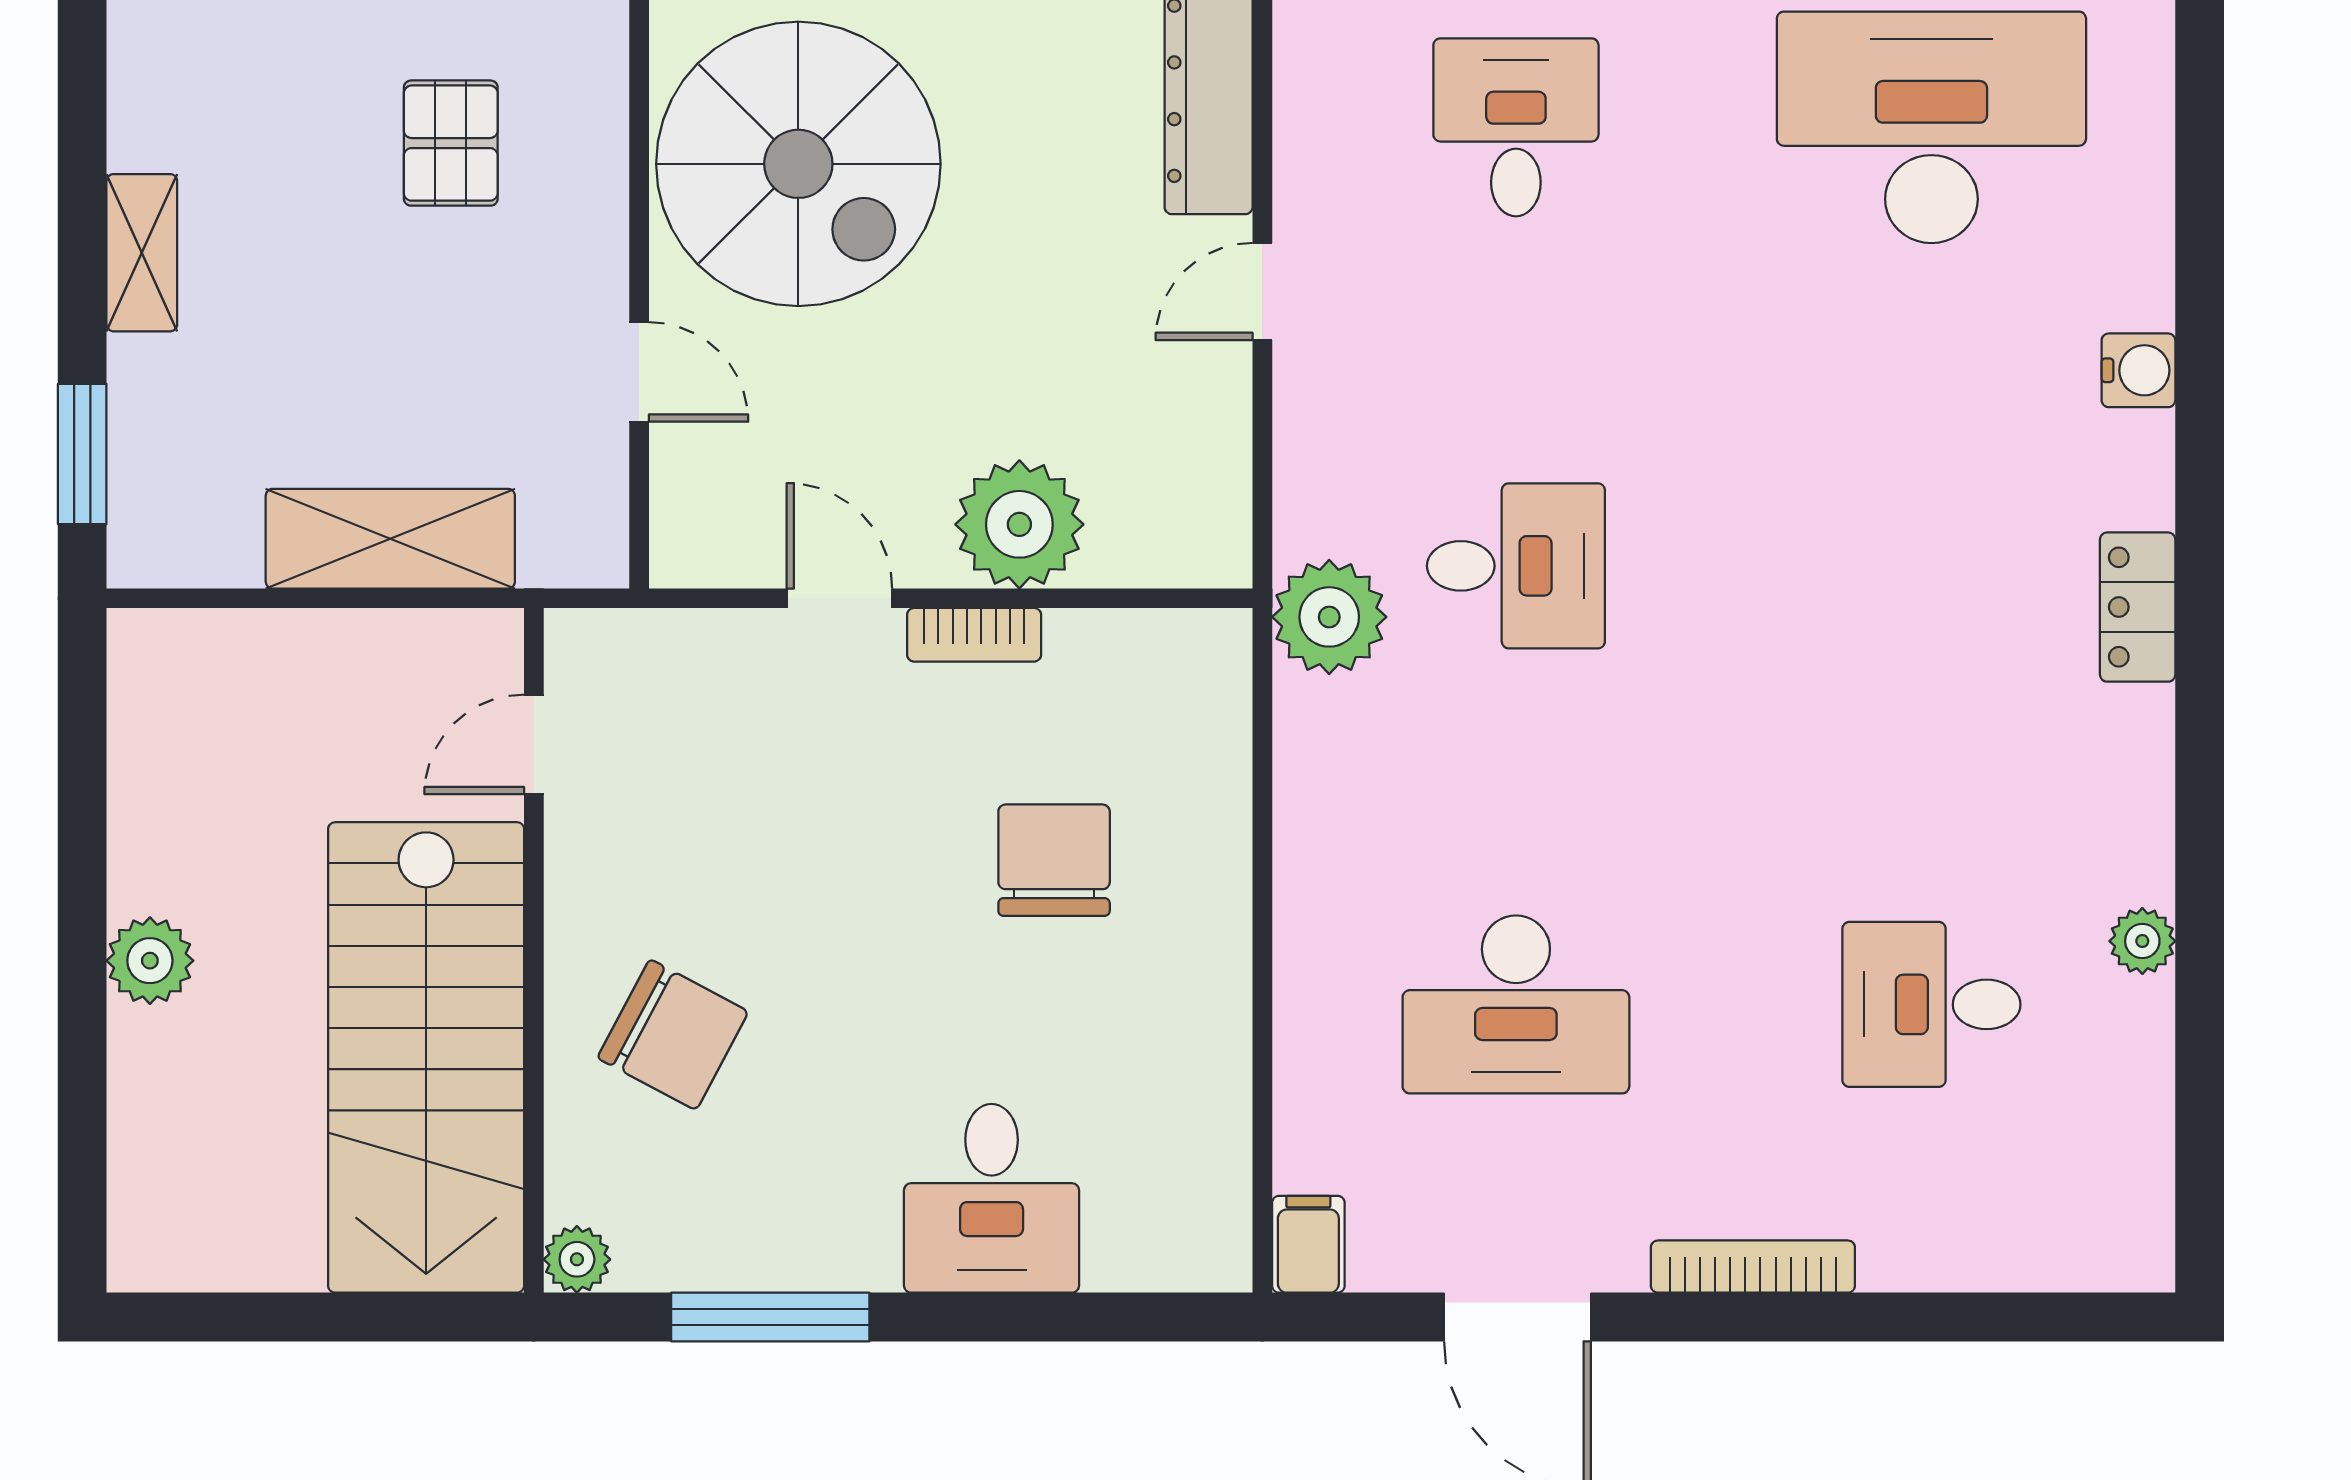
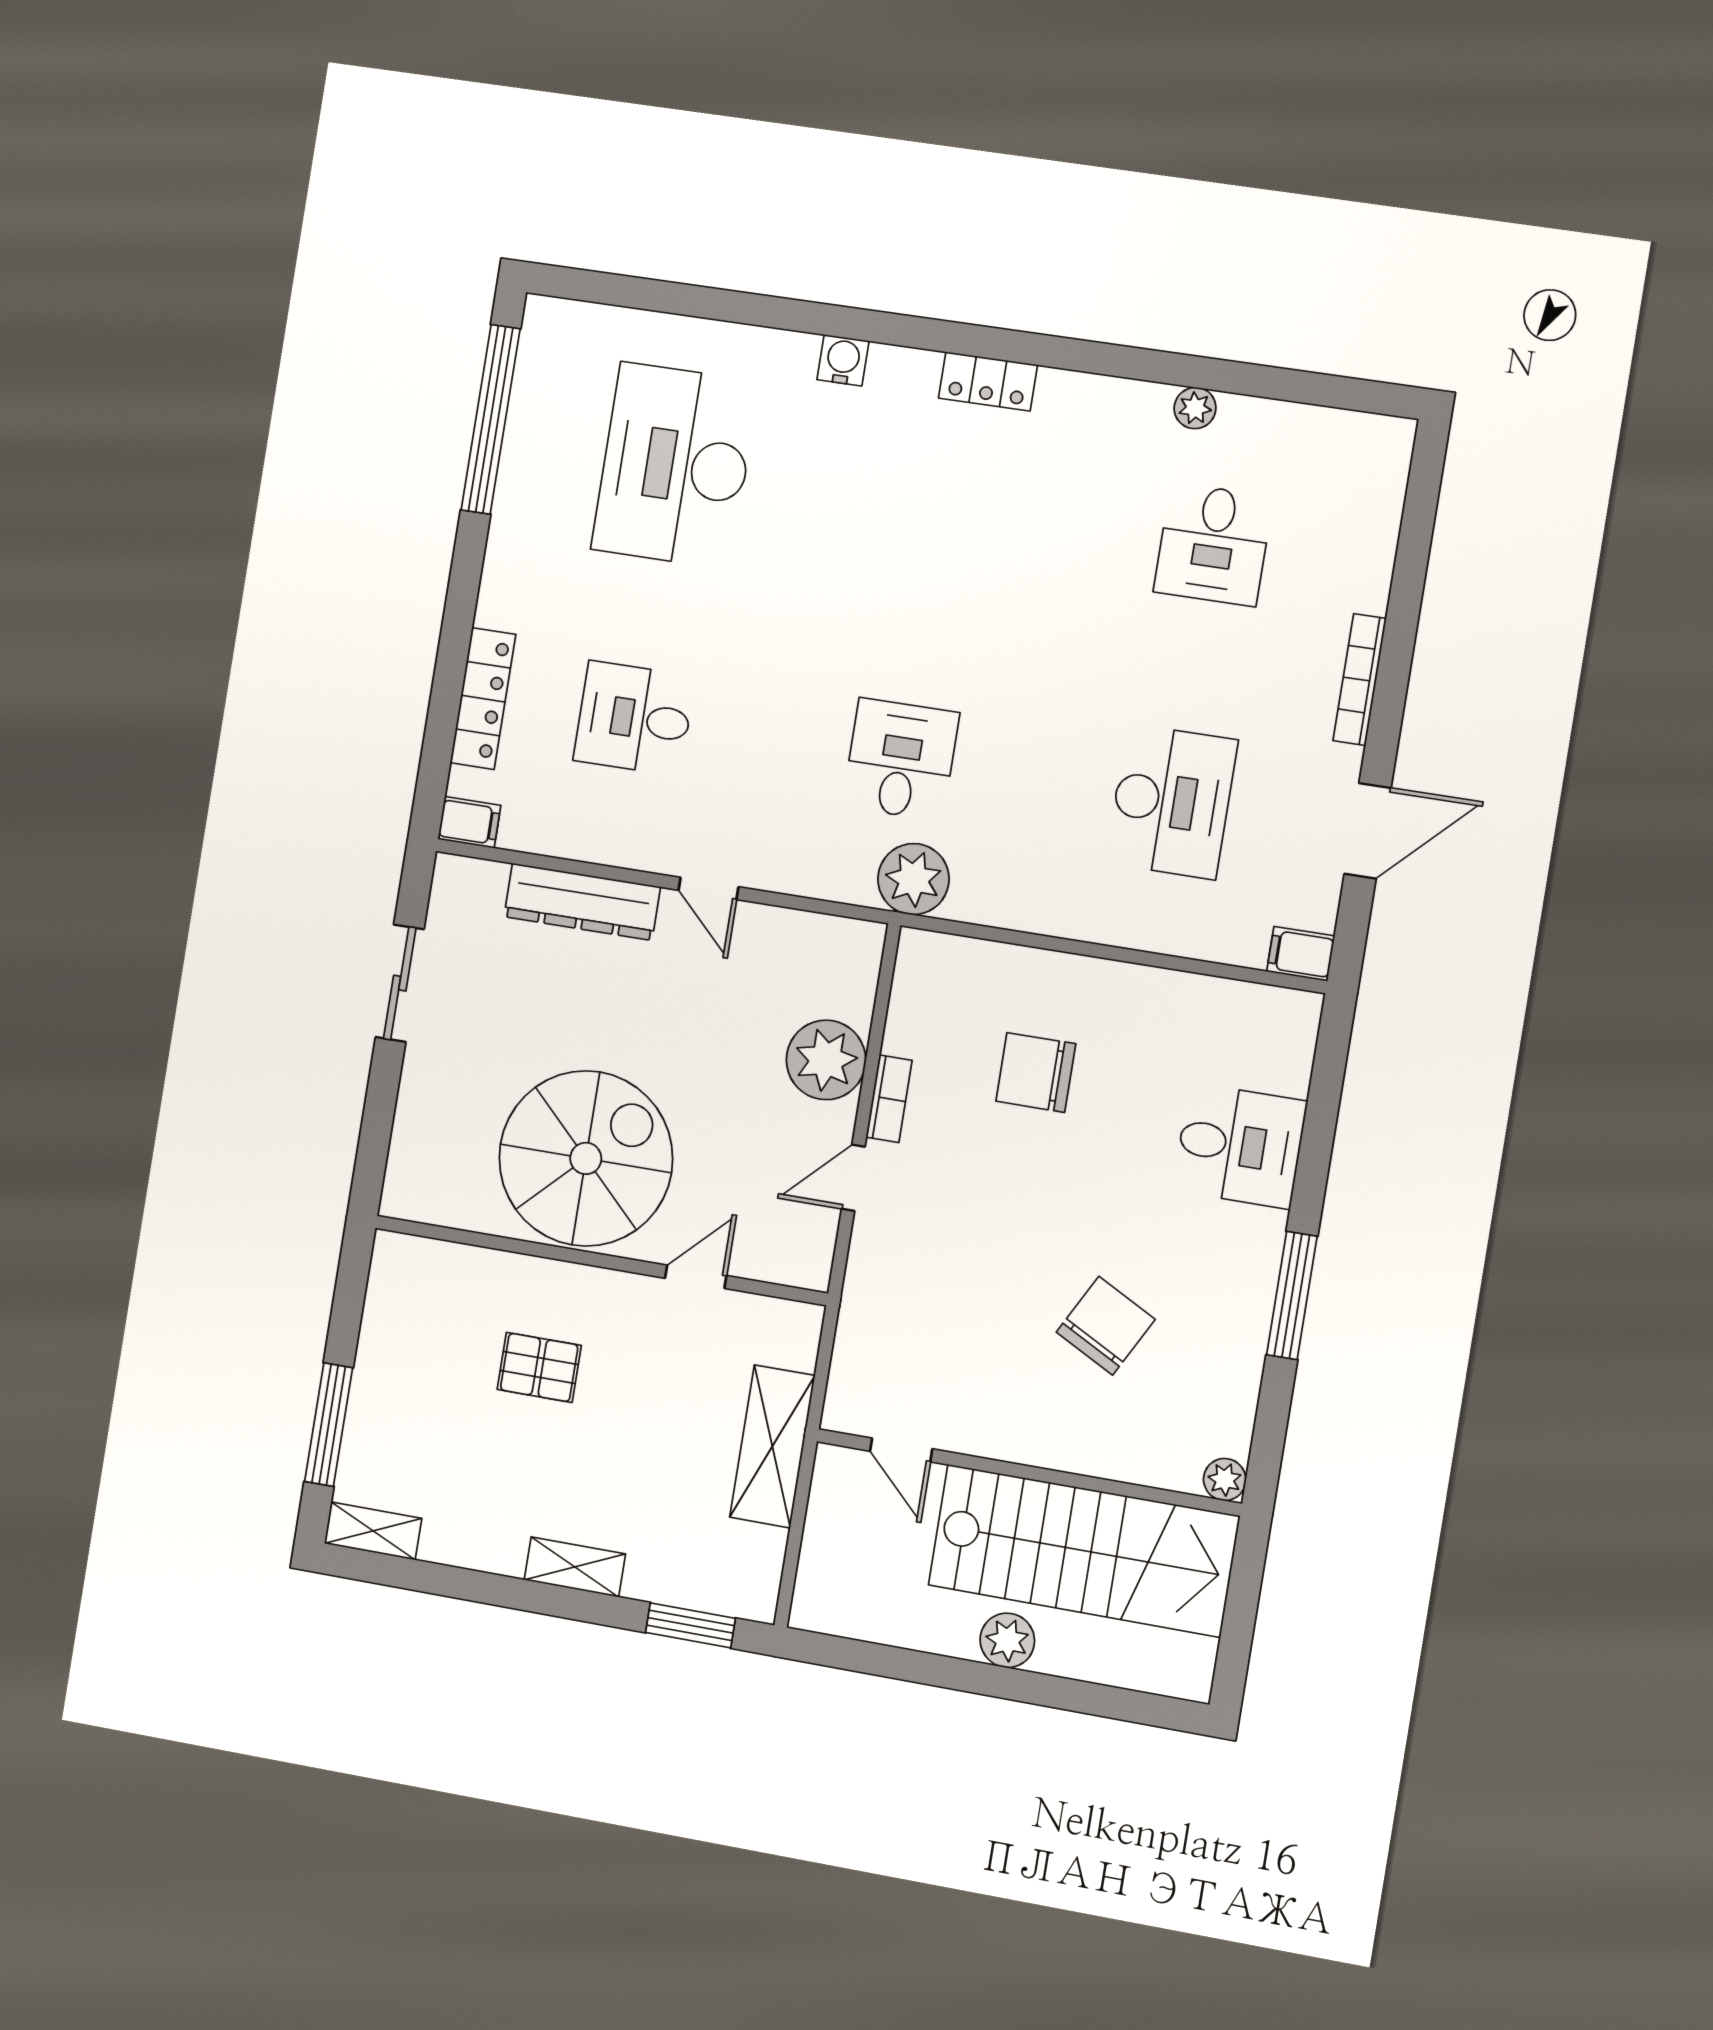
door: (534, 744) -> (901, 1450), moved
wall: (534, 950) -> (1028, 1472), moved
stairs: (426, 1057) -> (1084, 1551), moved
plant: (577, 1259) -> (1225, 1480), moved

